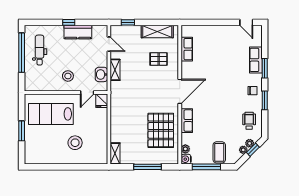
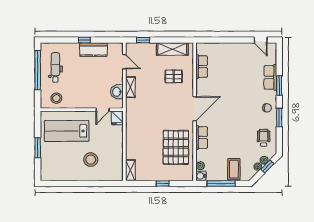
stool: (68, 76) -> (56, 98), moved
window: (148, 167) -> (163, 184), width x0.46

